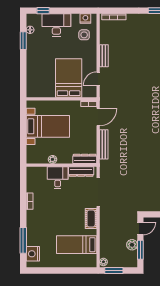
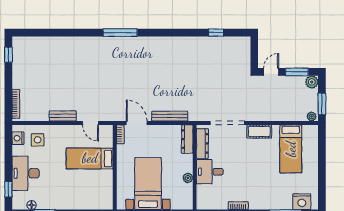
bed: (69, 78) -> (90, 158), width x0.67
door: (140, 228) -> (271, 72), hinge flipped
plant: (132, 245) -> (312, 82), moved

